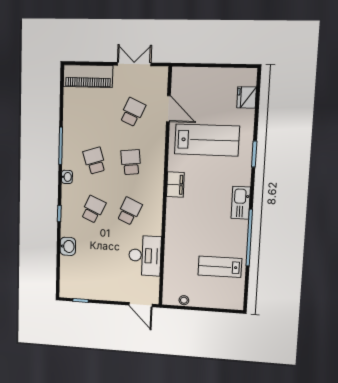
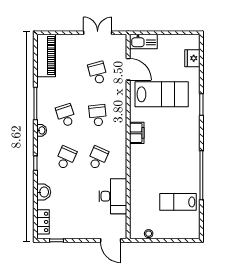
piano: (88, 76) -> (46, 56), moved, turned -90
school desk: (133, 112) -> (98, 73), turned -39
kitchen sink: (241, 203) -> (143, 42), moved, turned -90
locker: (66, 279) -> (43, 222), added

